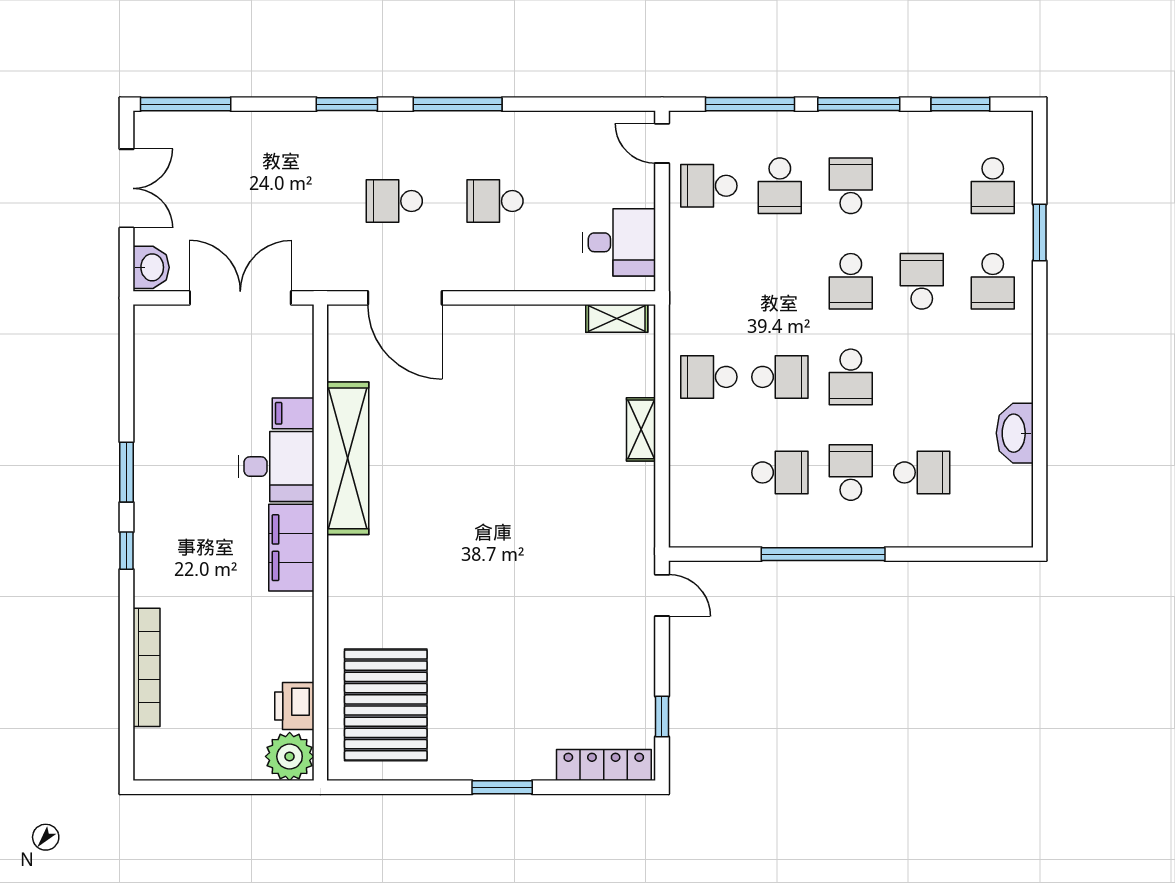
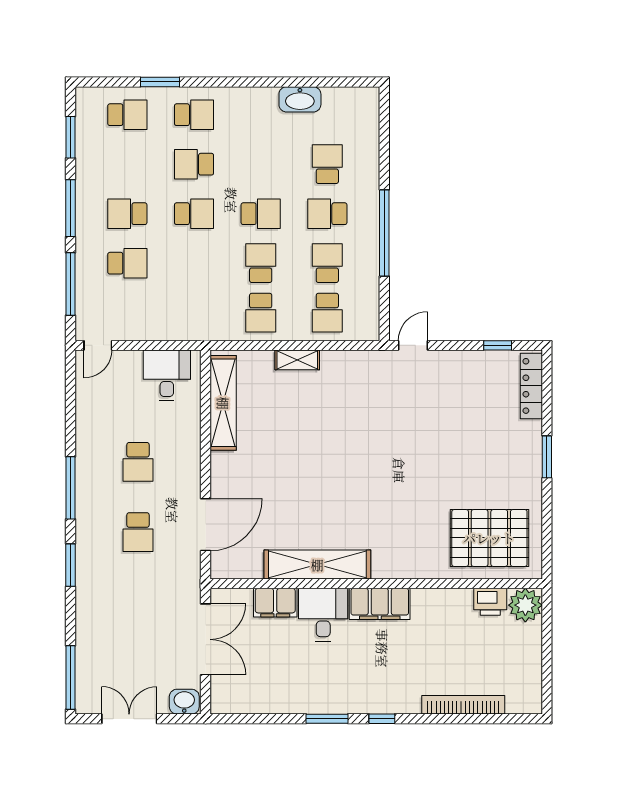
school desk: (709, 186) -> (327, 313), moved
double door: (240, 298) -> (206, 639), swing flipped
shelving: (617, 318) -> (223, 403), width x2.20, depth x1.33
filing cabinet: (293, 413) -> (275, 603), width x2.00

